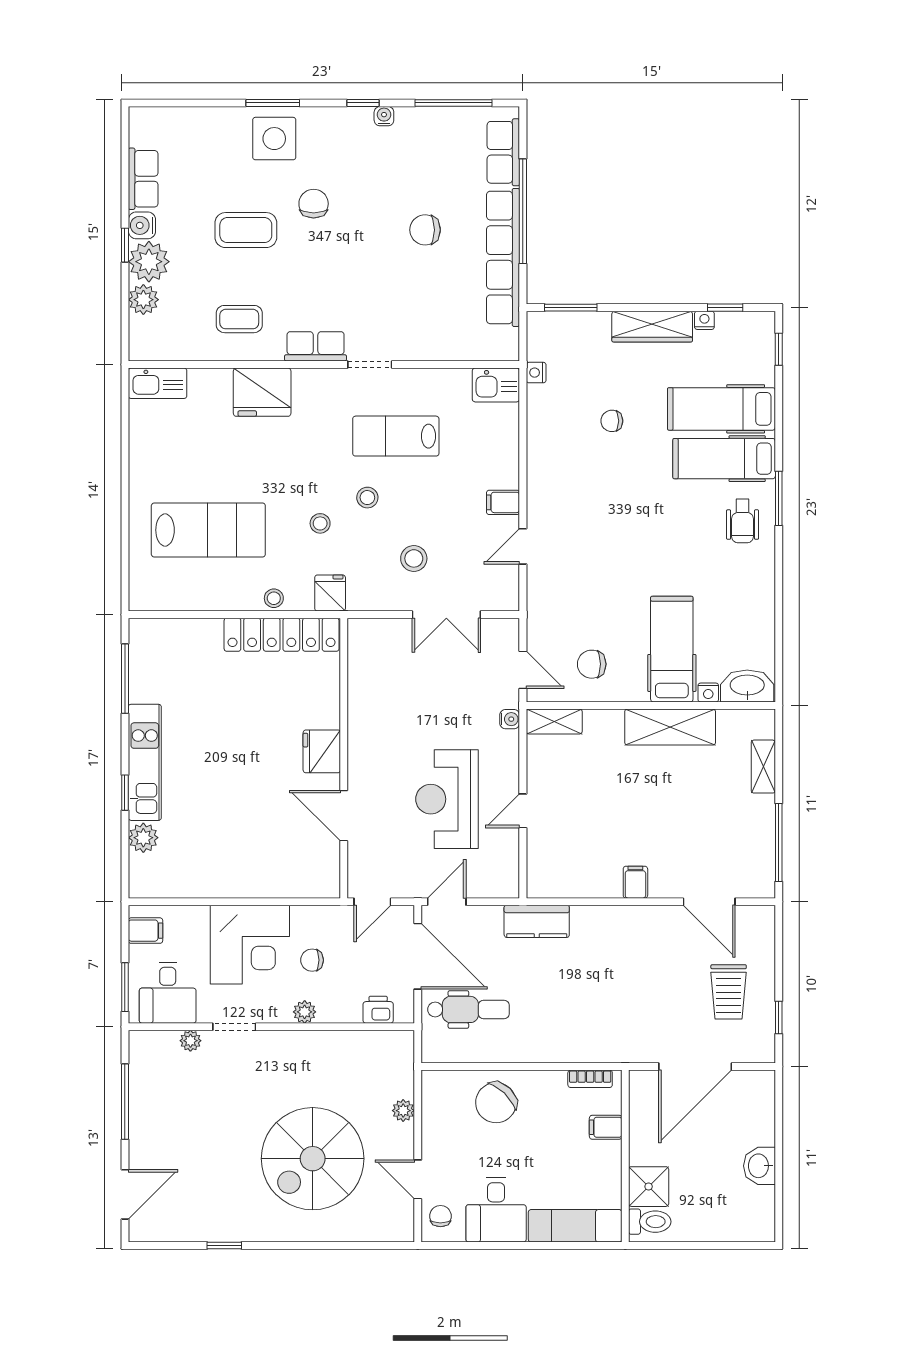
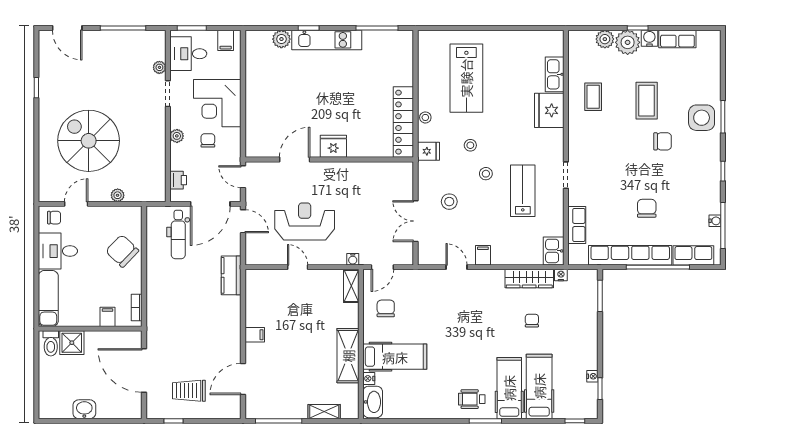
water cooler: (384, 116) -> (715, 221), moved
wardrobe: (652, 327) -> (529, 279), moved, turned -90
row of seats: (316, 346) -> (577, 225), moved
kitchen sink: (158, 383) -> (555, 74), moved

